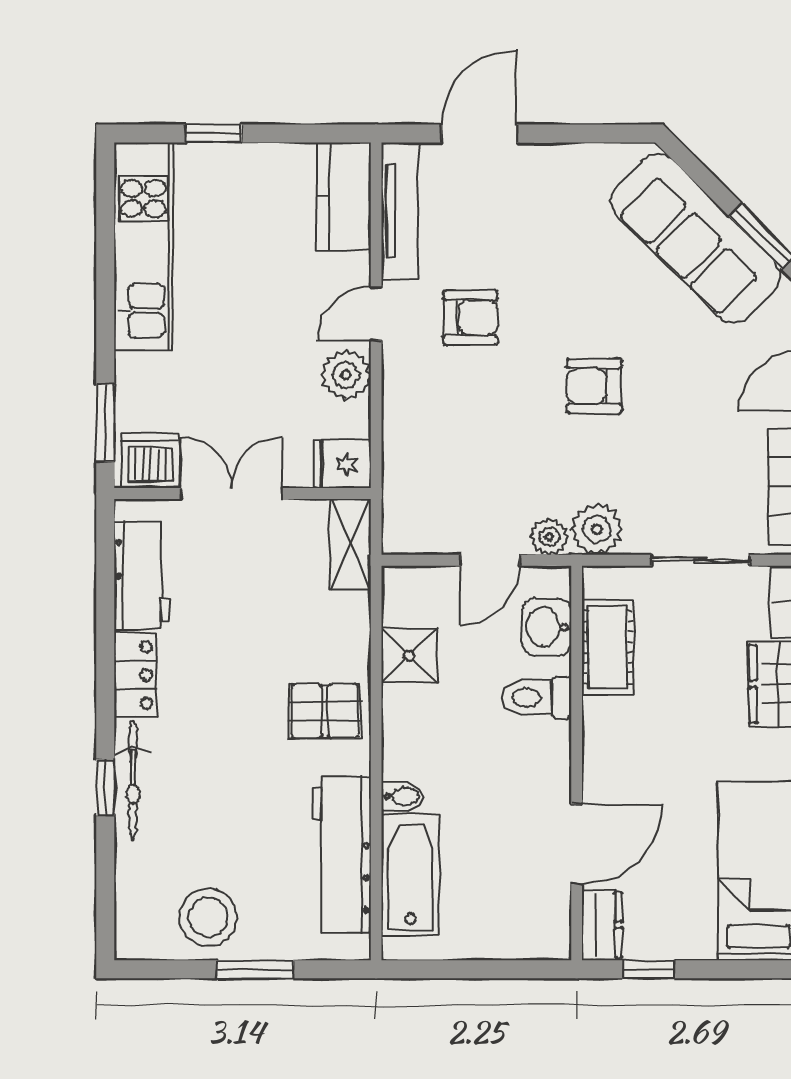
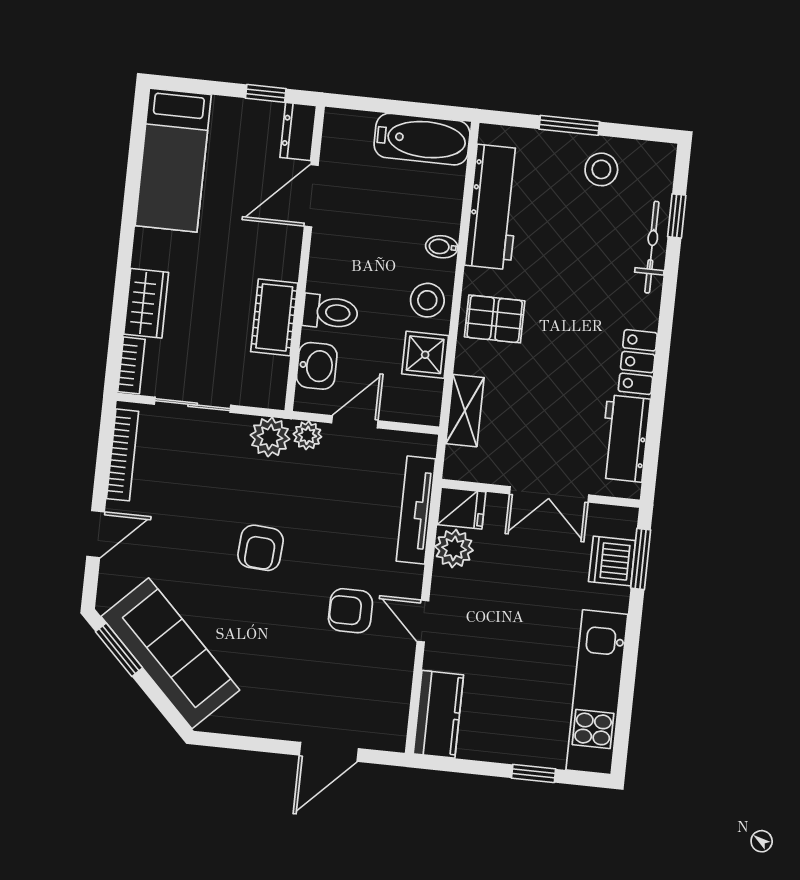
tv unit: (400, 211) -> (416, 510), moved
door: (376, 314) -> (423, 621), swing flipped
plant: (346, 375) -> (454, 548), moved
armchair: (594, 386) -> (261, 548), turned 94
dishwasher: (151, 461) -> (612, 561), moved, turned 90
shelving: (351, 544) -> (465, 411), moved
cot: (608, 647) -> (274, 317), moved
stool: (414, 726) -> (427, 300), added
bicycle: (133, 780) -> (652, 247), moved
window: (105, 787) -> (677, 216), moved
bathtub: (410, 875) -> (422, 139), moved, turned -90
stool: (208, 917) -> (601, 169), width x0.73, depth x0.73

